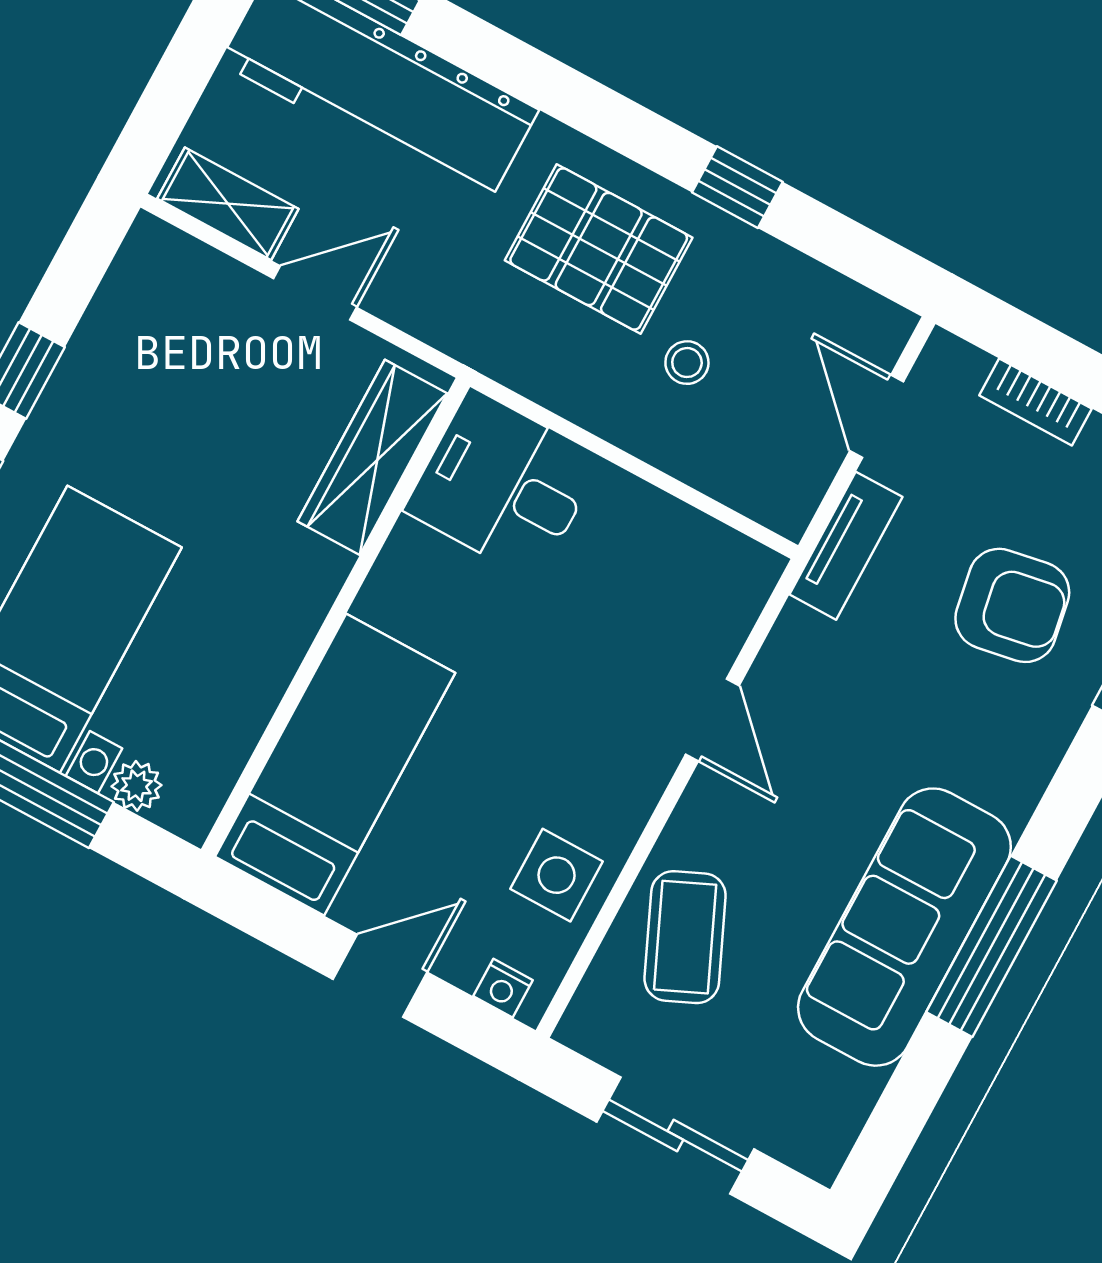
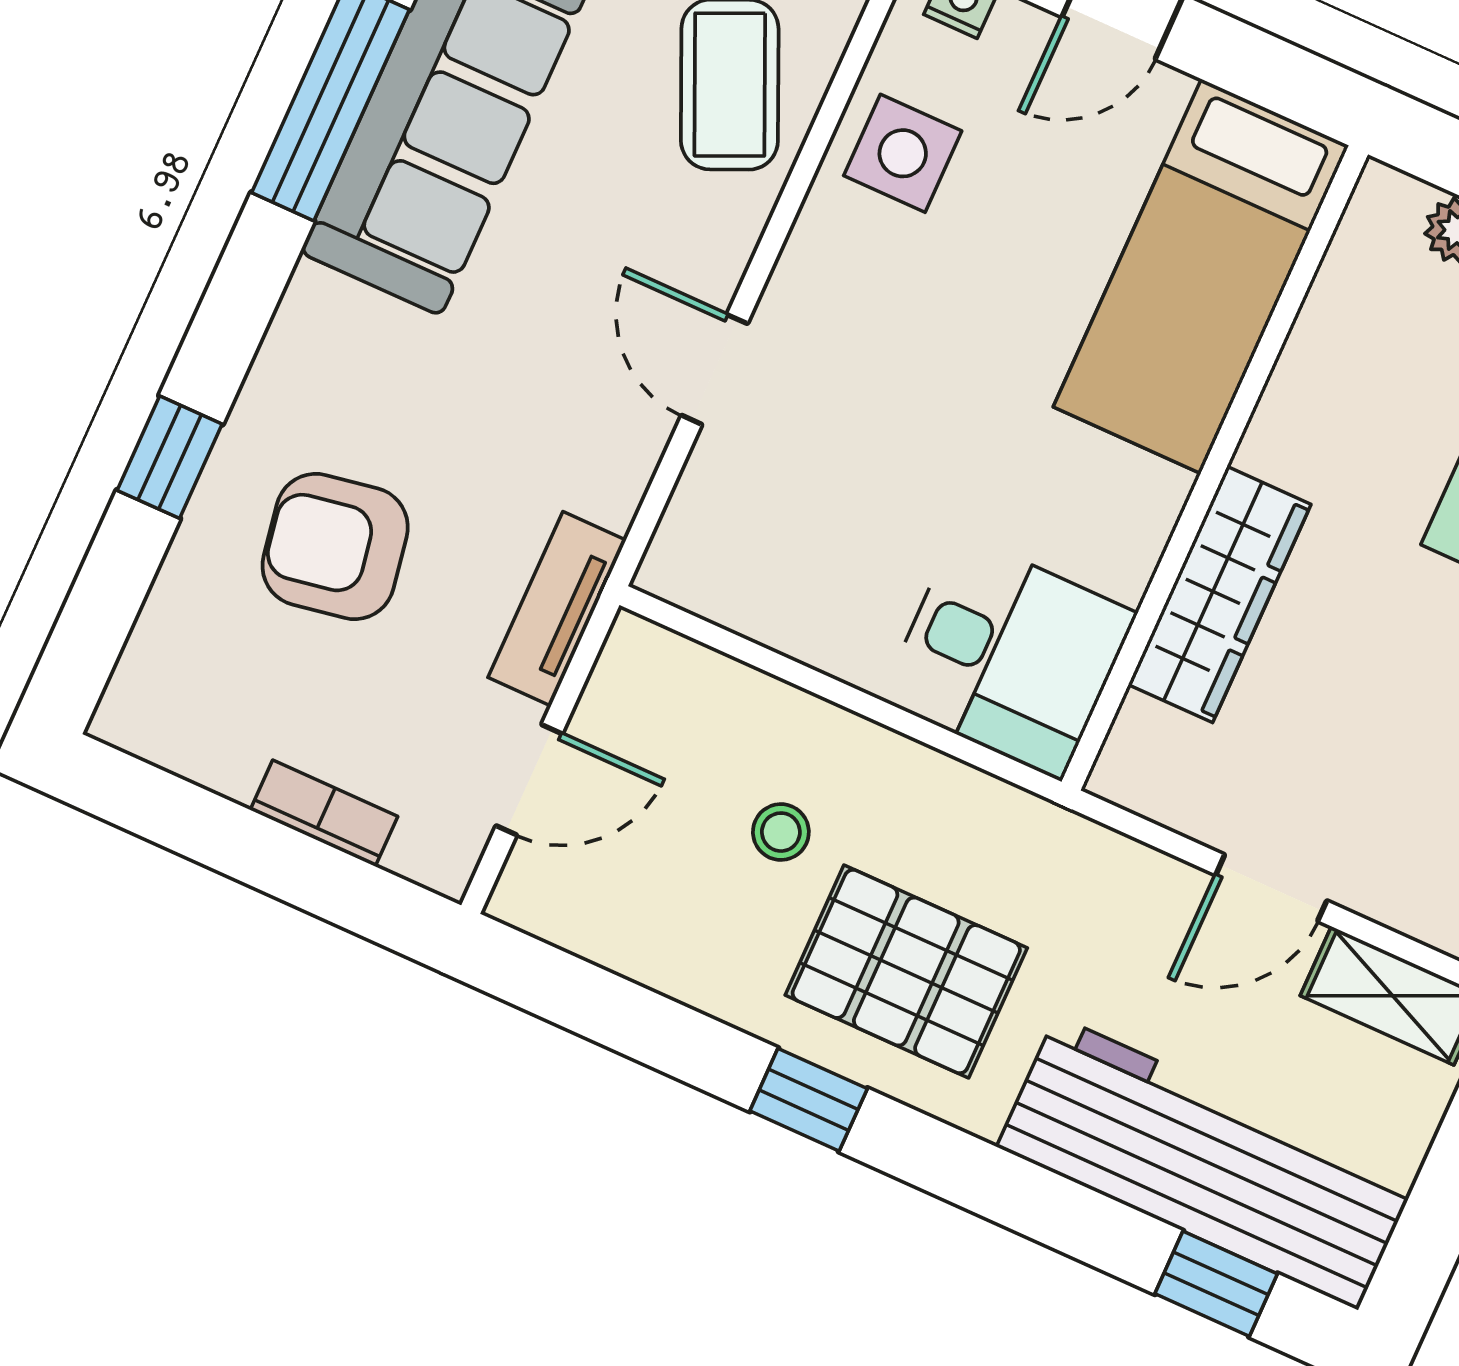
window: (737, 187) -> (809, 1100), moved
door: (877, 416) -> (529, 780), hinge flipped
wardrobe: (372, 457) -> (1220, 594), moved

